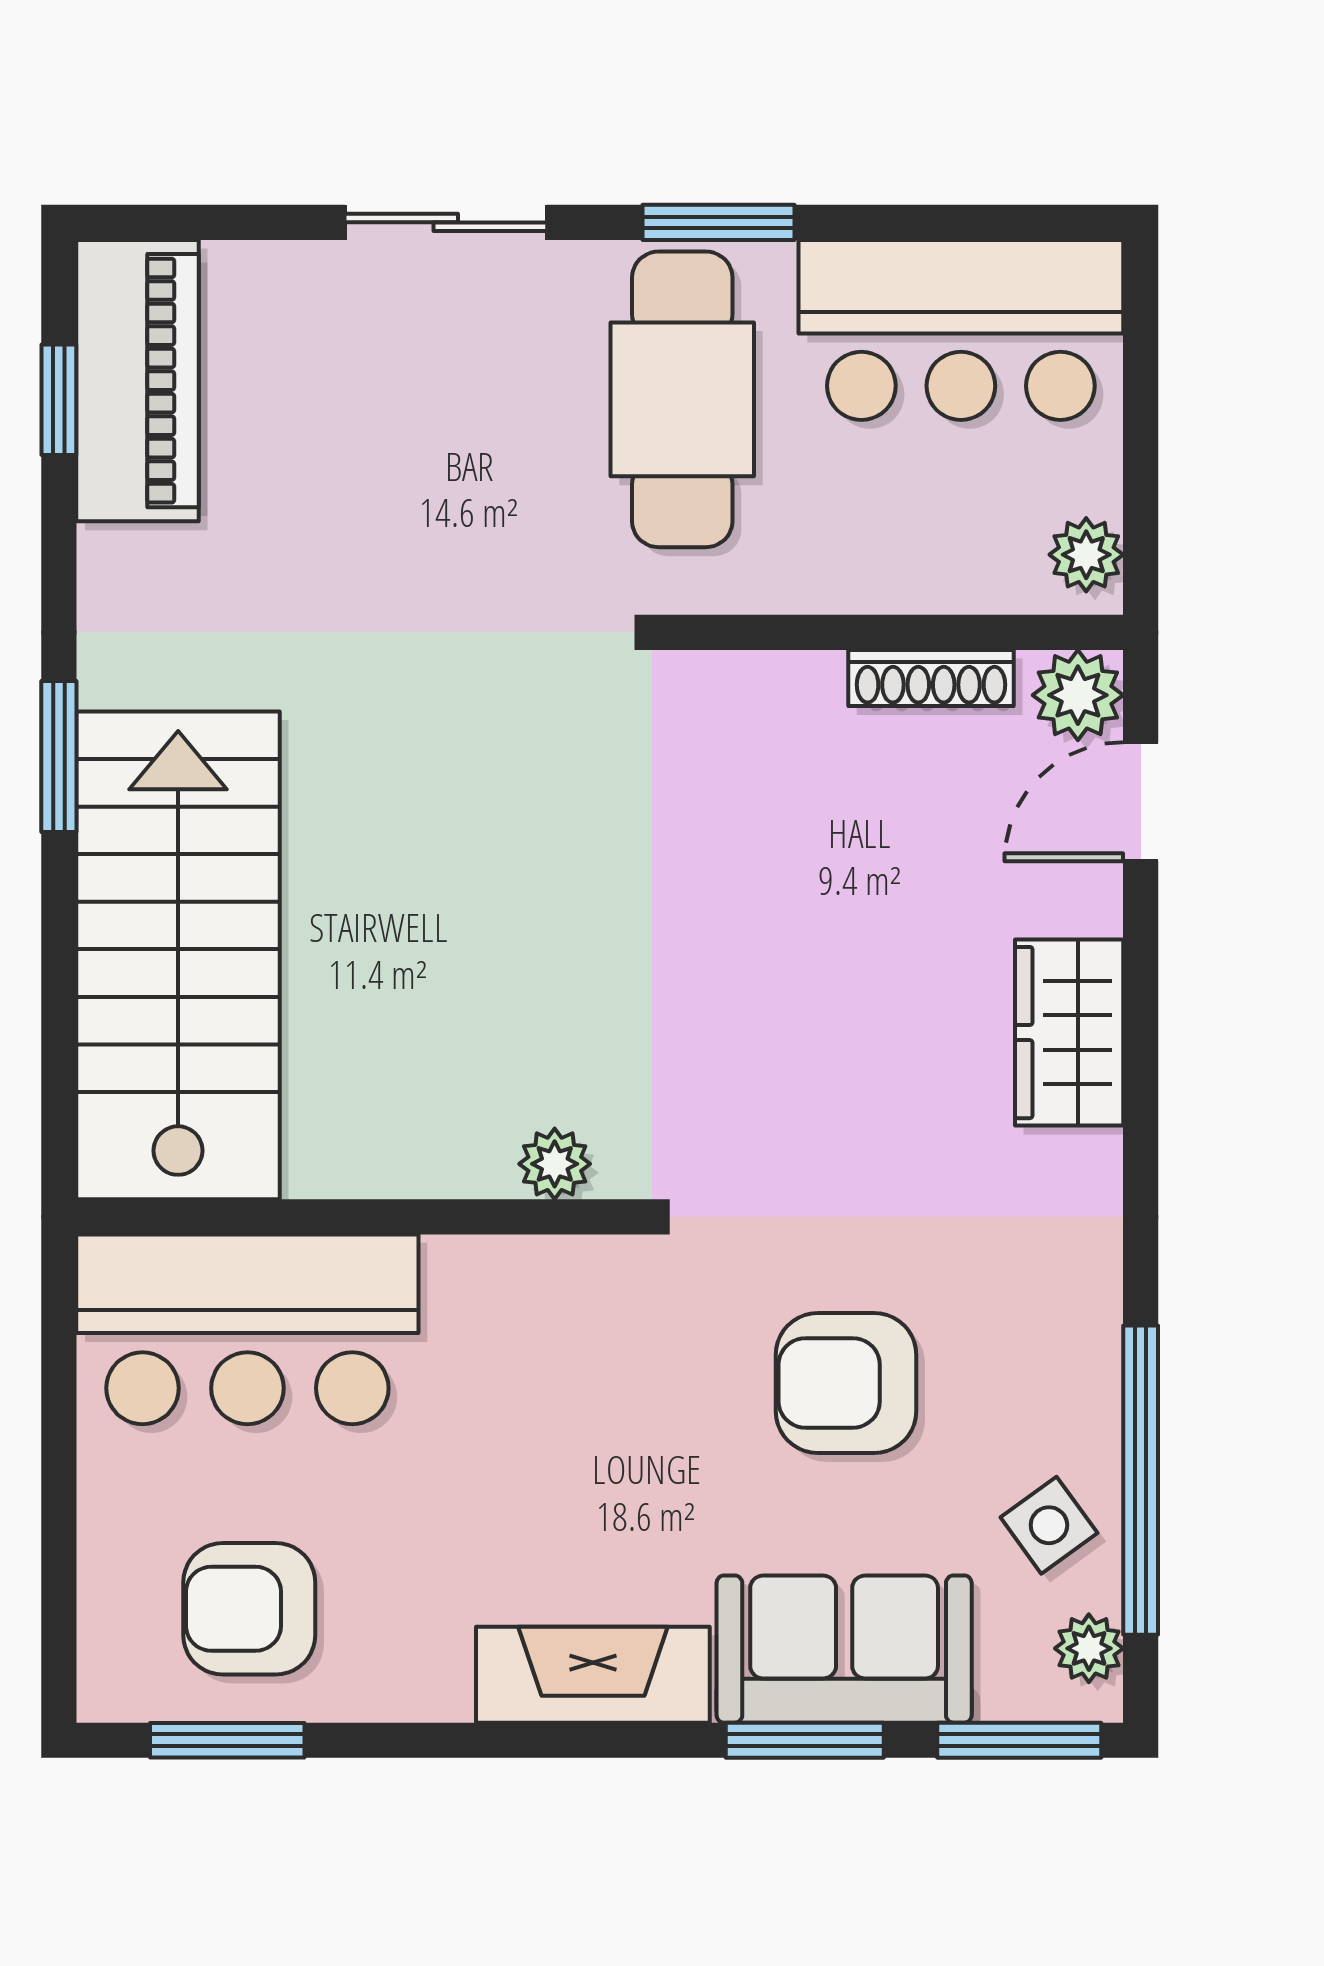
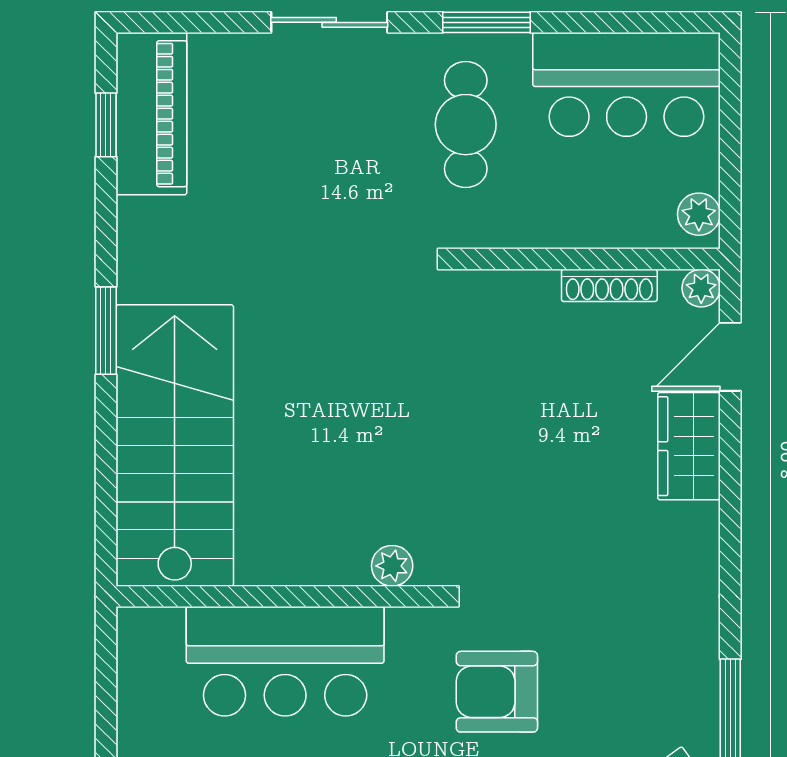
cafe table: (682, 399) -> (466, 125), width x0.73, depth x0.74
plant: (1078, 695) -> (701, 288), width x0.73, depth x0.73
wardrobe: (1069, 1033) -> (689, 446), moved
bar counter: (247, 1329) -> (285, 661), moved
armchair: (846, 1383) -> (497, 692), moved

